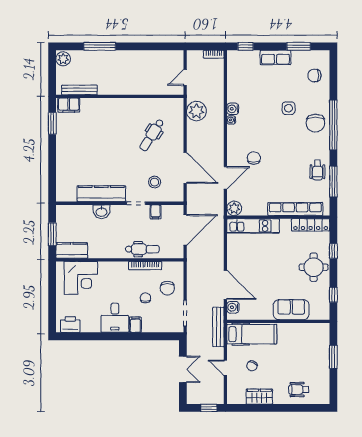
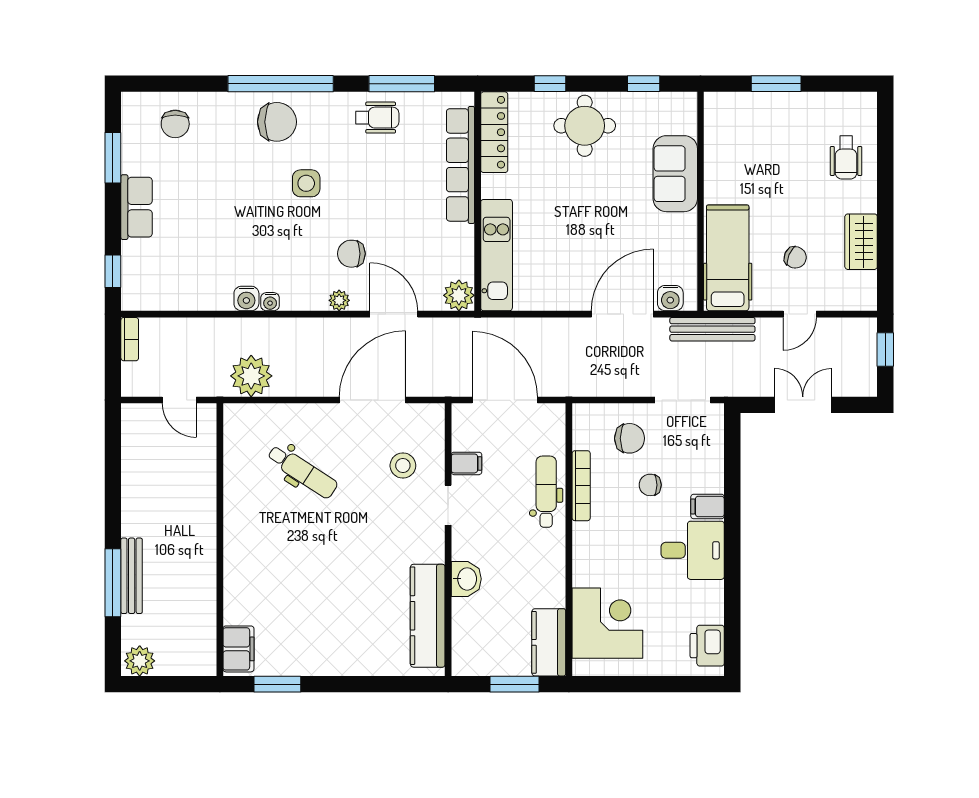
bench: (79, 90) -> (132, 576), moved
side table: (289, 108) -> (306, 183), moved
plant: (232, 152) -> (339, 300), added
kitchen counter: (101, 194) -> (428, 616), moved

